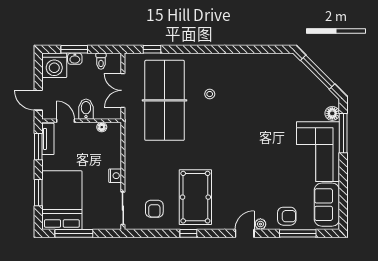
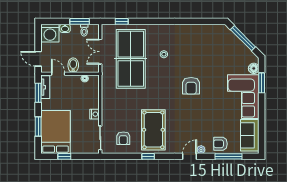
window: (74, 49) -> (80, 21), moved
window: (343, 133) -> (262, 83), width x0.69
armchair: (247, 137) -> (191, 86), added
armchair: (287, 216) -> (220, 144), turned 180
window: (74, 233) -> (64, 156), width x0.46

